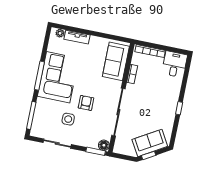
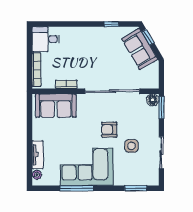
window: (39, 76) -> (77, 188), moved
window: (179, 108) -> (112, 24), moved
window: (31, 115) -> (136, 188), width x0.69
window: (149, 155) -> (148, 37), moved

